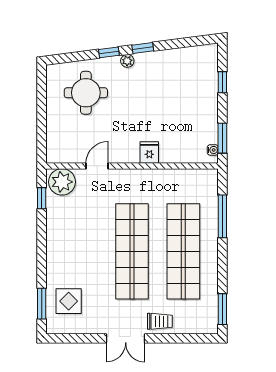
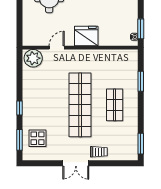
fridge: (149, 153) -> (86, 36), width x1.88, depth x1.34
window: (42, 198) -> (19, 108), moved
window: (222, 216) -> (141, 81), width x0.69
shop shelf: (183, 251) -> (115, 105), width x0.50, depth x0.74

